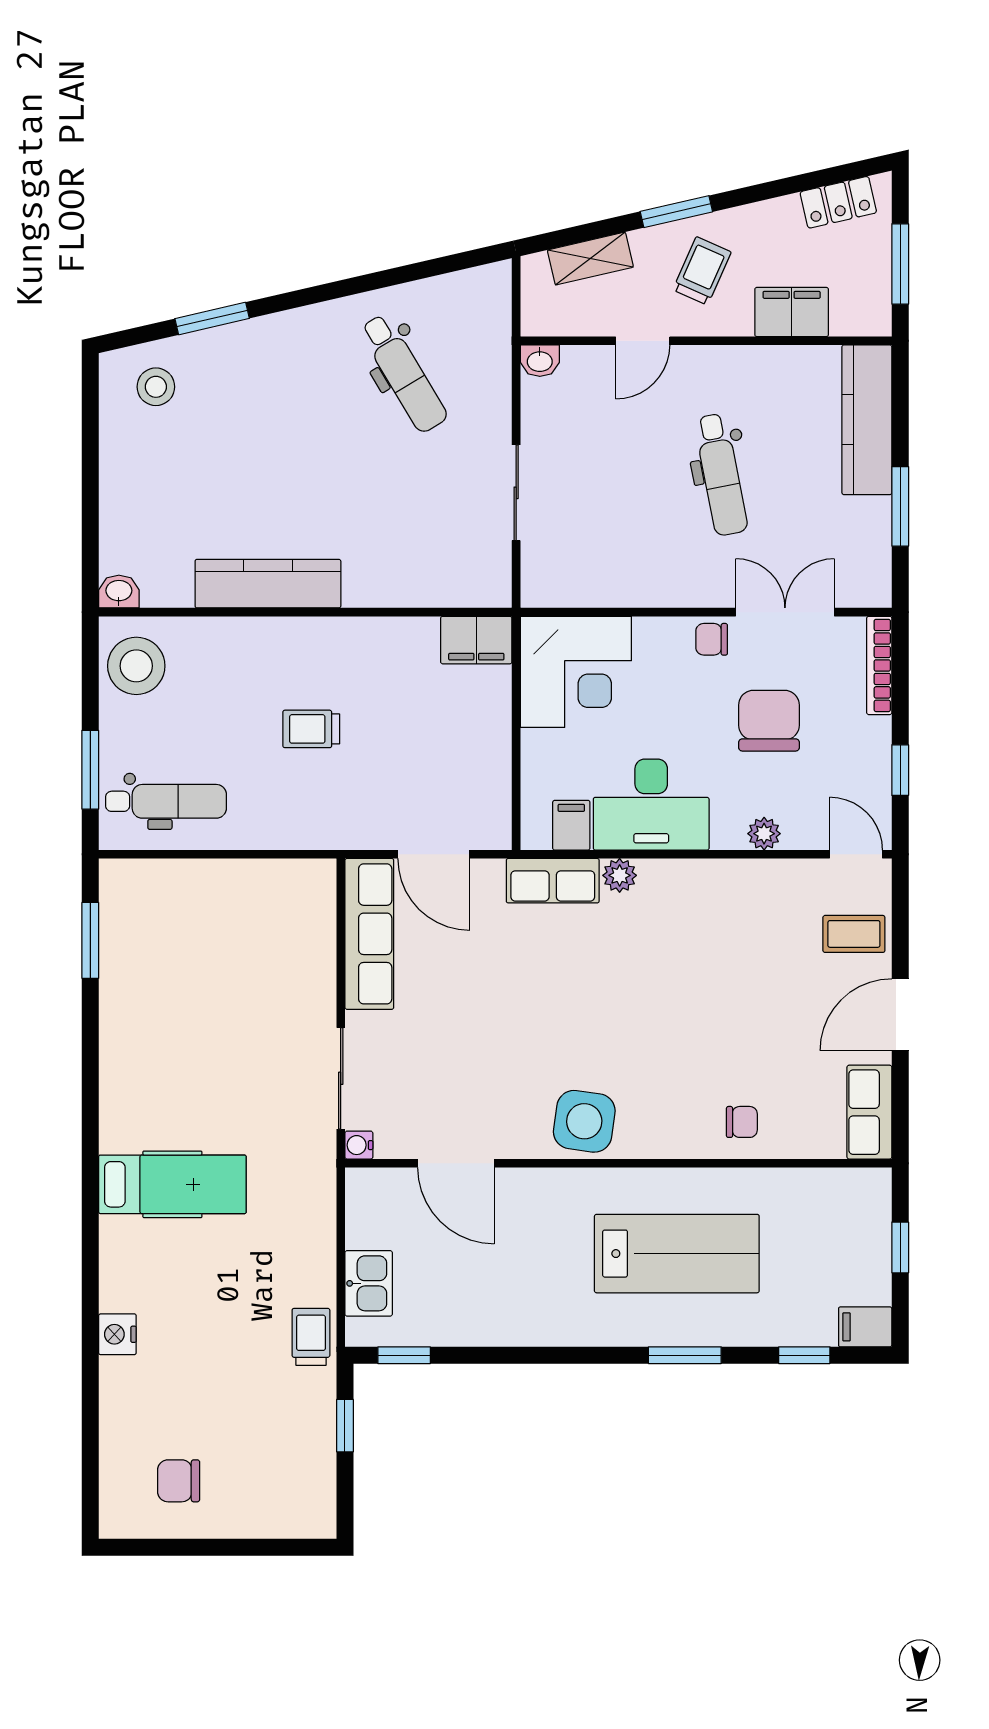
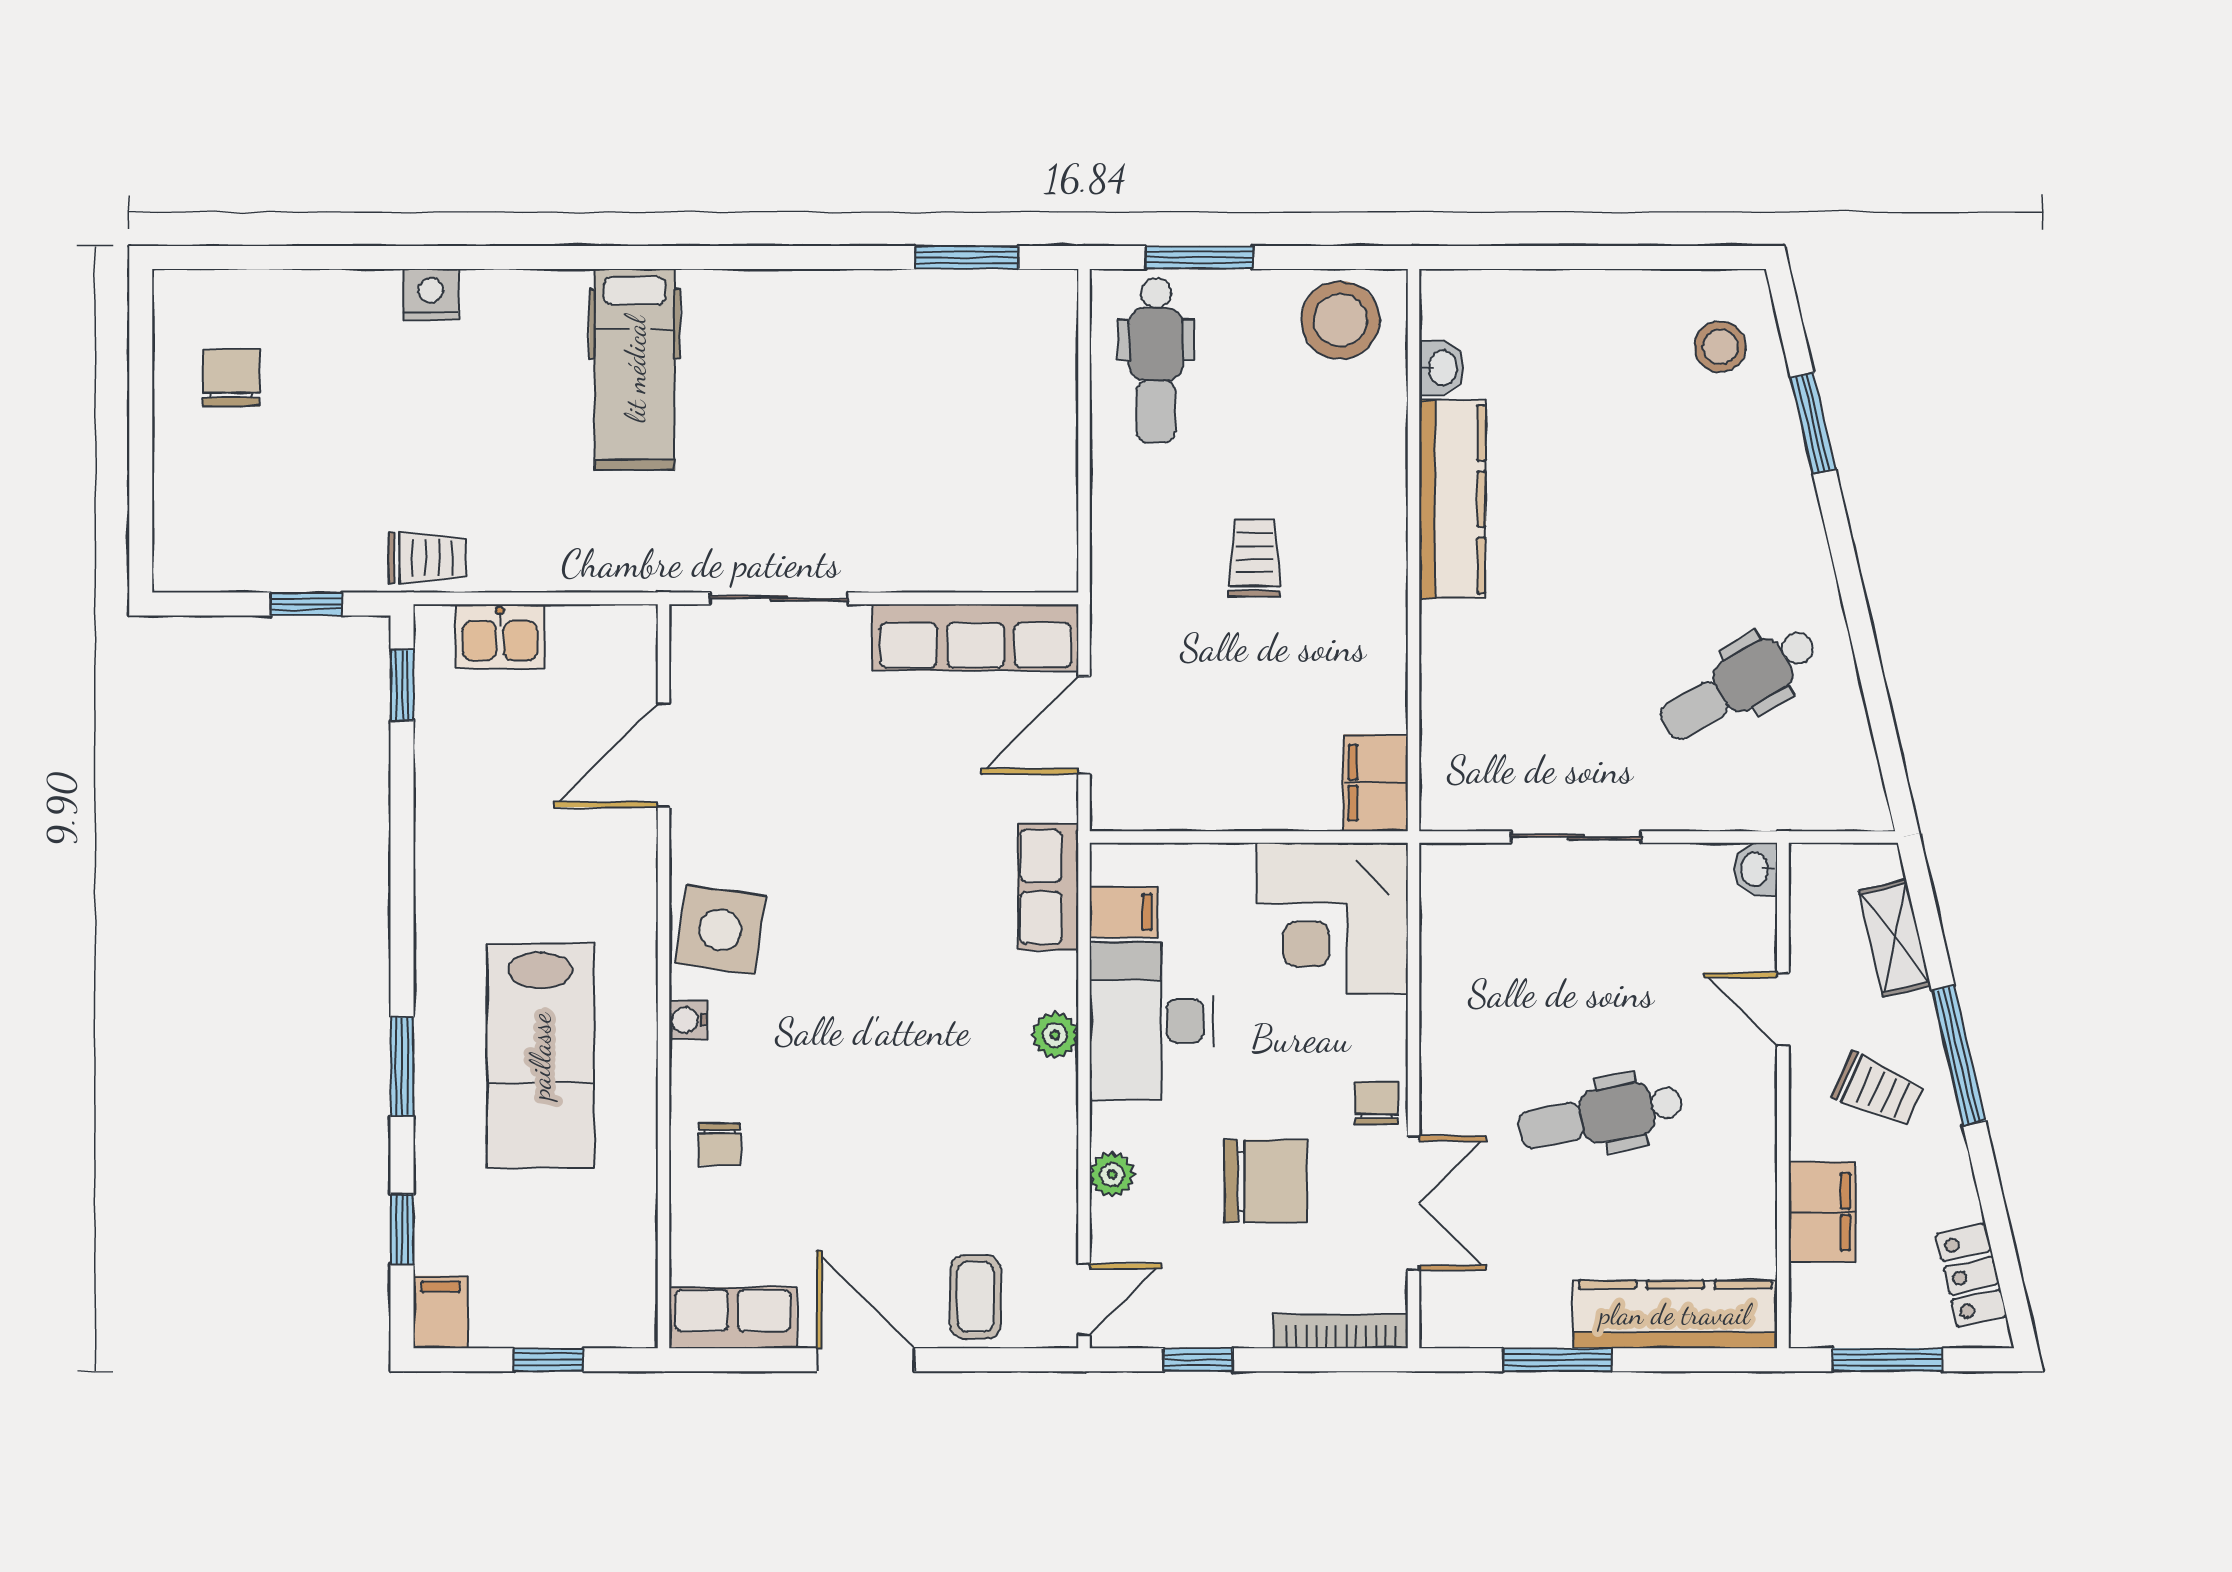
window: (676, 212) -> (1959, 1055), width x1.44
washbasin: (119, 592) -> (1441, 368), moved
plant: (620, 875) -> (1055, 1035), moved
water cooler: (359, 1145) -> (688, 1020), moved, turned -90

